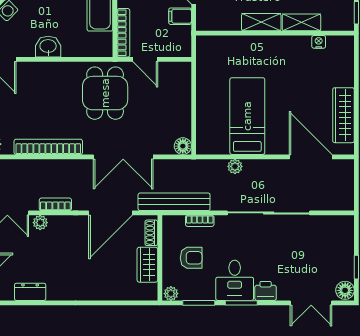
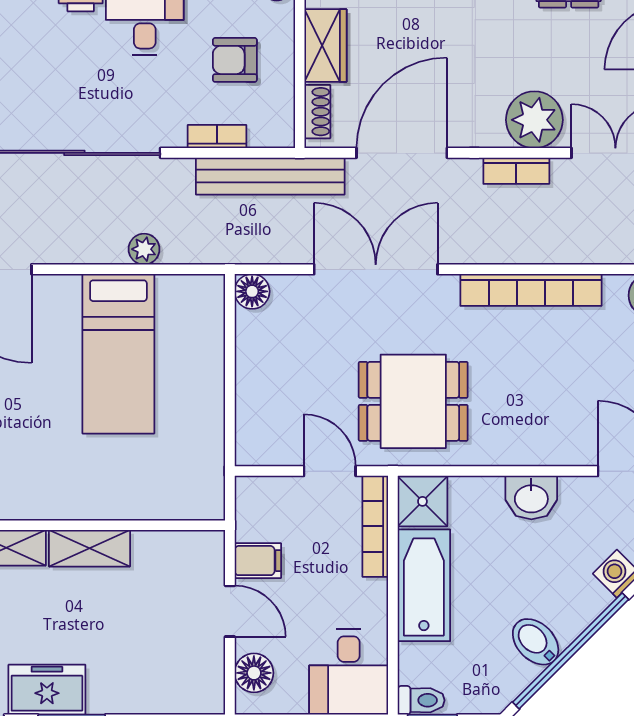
shower: (101, 45) -> (422, 501), added
dining table: (105, 93) -> (413, 401), turned 90
plant: (40, 223) -> (534, 120), width x1.87, depth x1.87

